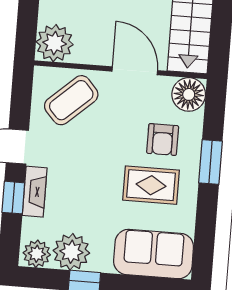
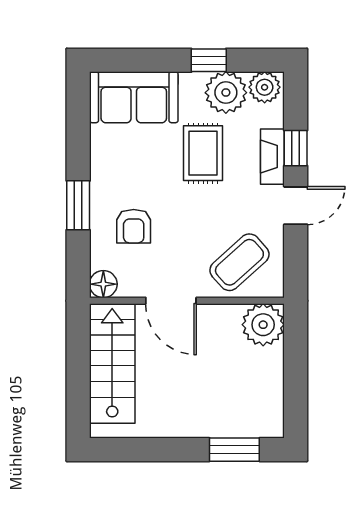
floor lamp: (189, 94) -> (103, 284), width x0.73, depth x0.73
armchair: (163, 140) -> (134, 226), turned 180
rug: (151, 185) -> (203, 153), moved, turned 90

